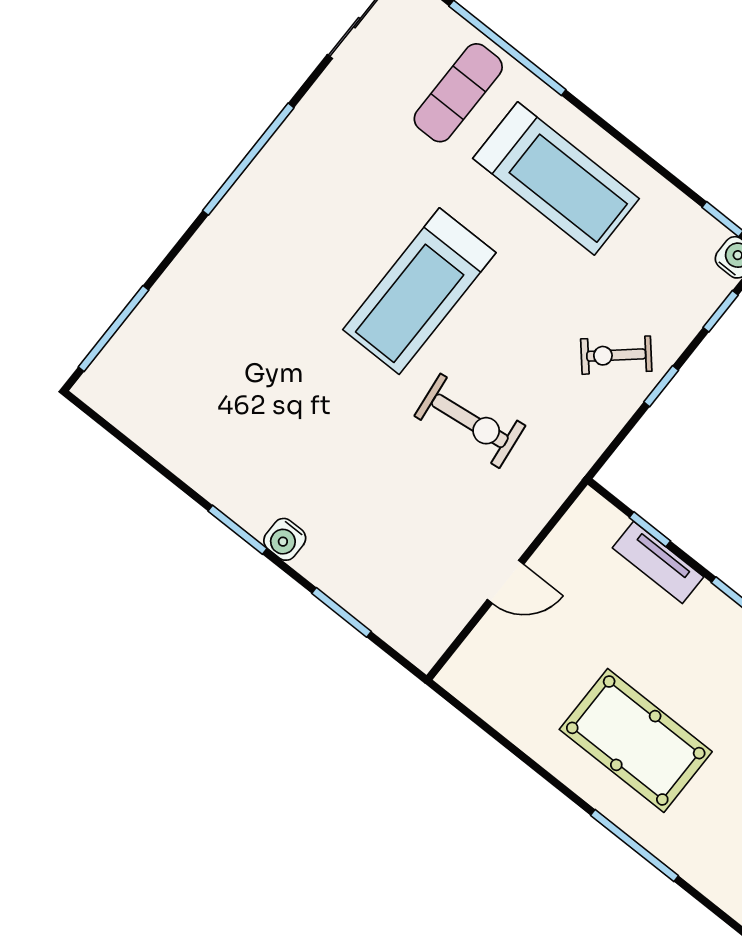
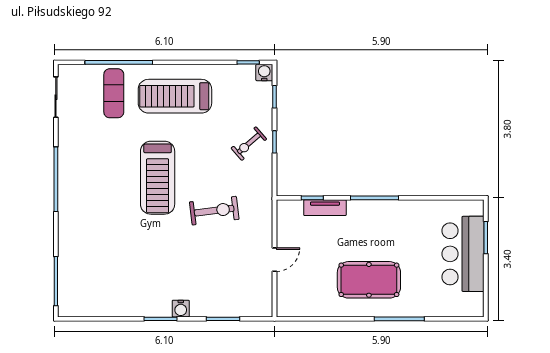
treadmill: (556, 179) -> (175, 96), turned 180

